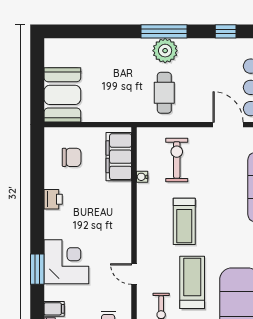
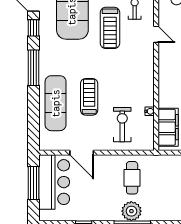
exercise bike: (177, 160) -> (122, 125), turned 180
treadmill: (184, 221) -> (89, 97), moved

